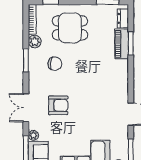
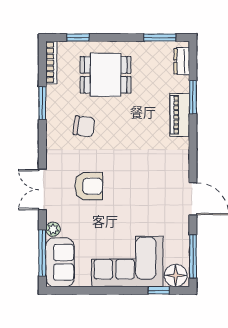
plant: (35, 42) -> (55, 94), removed
piano: (122, 44) -> (180, 115), moved
window: (26, 60) -> (42, 103), moved

